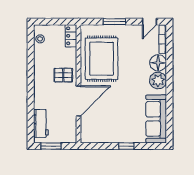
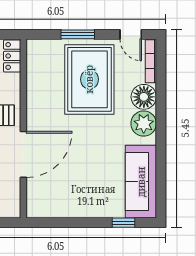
door: (149, 22) -> (131, 34), hinge flipped
rug: (102, 59) -> (89, 79), moved
window: (126, 146) -> (123, 223), moved

